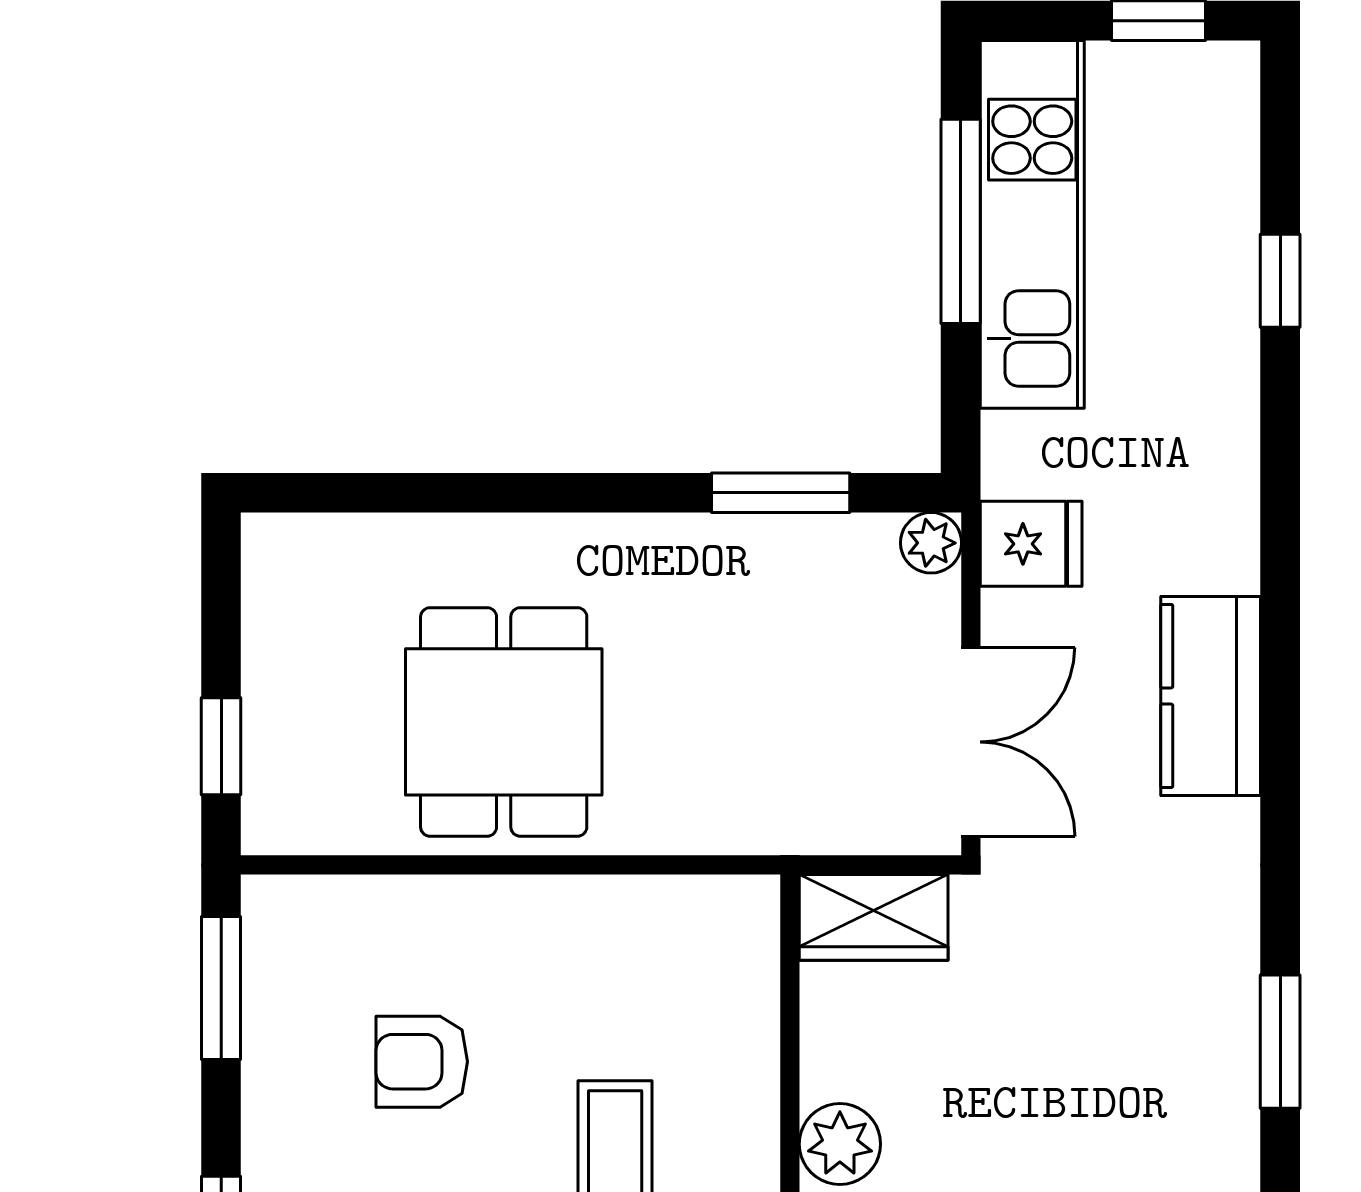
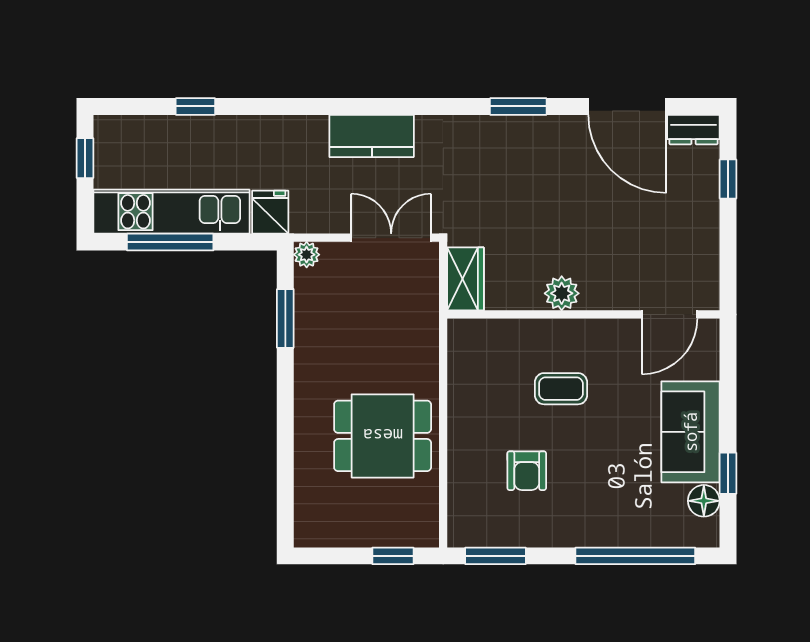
fridge: (1031, 544) -> (270, 212), moved

